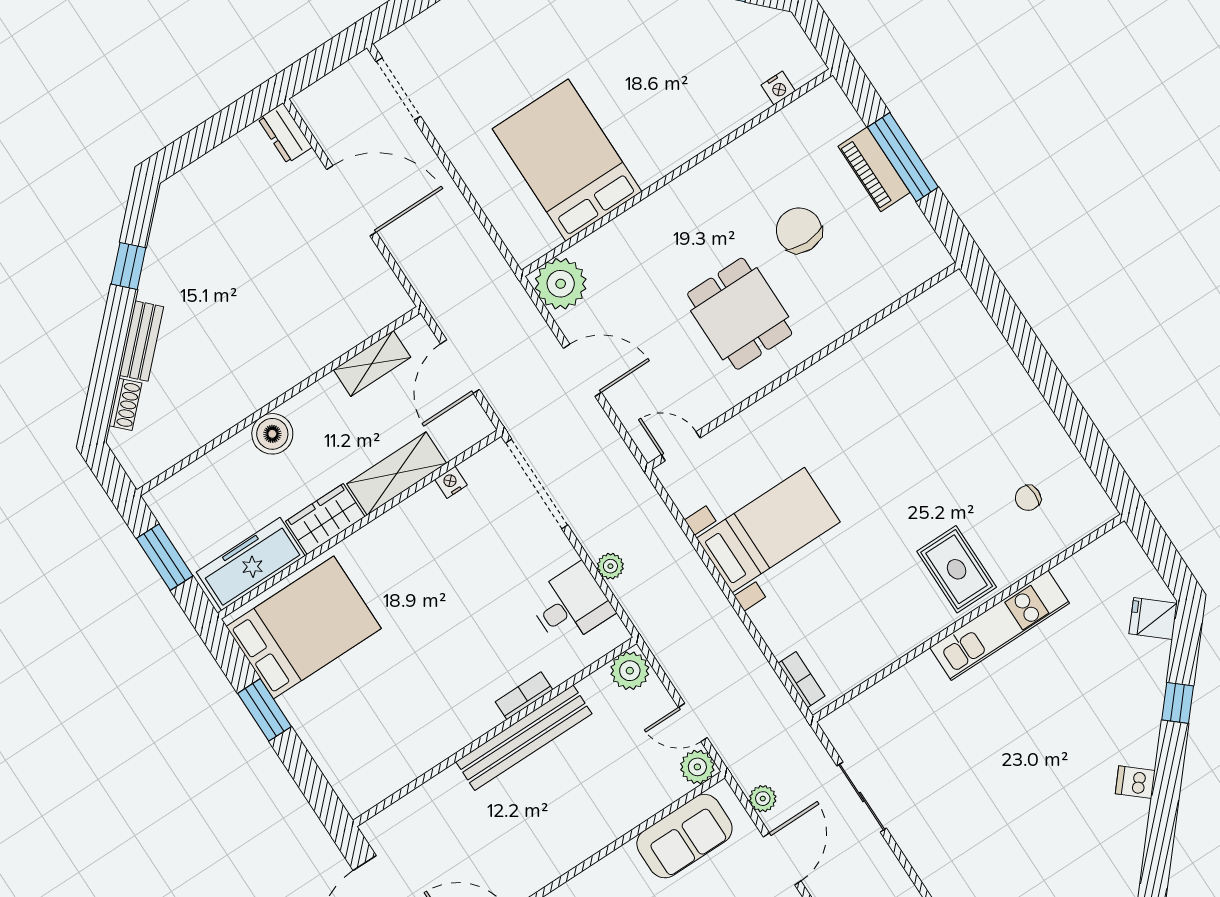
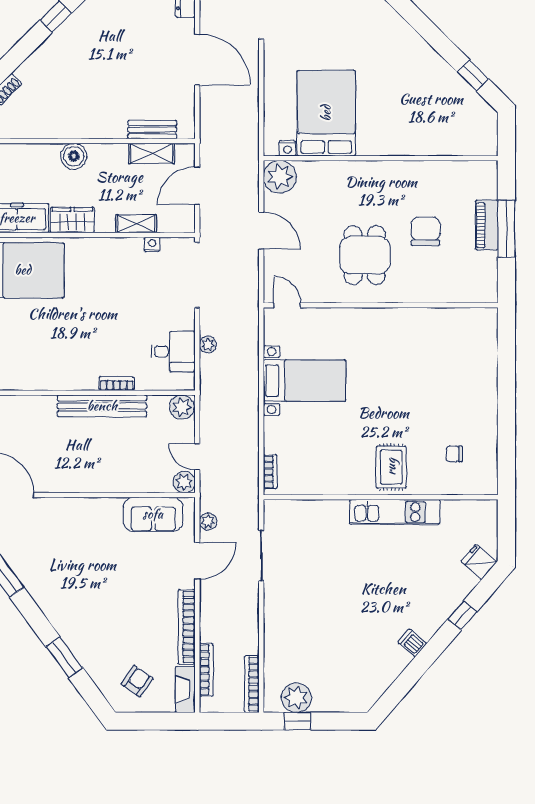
nightstand: (778, 88) -> (287, 148), moved
bench: (141, 341) -> (152, 130), moved, turned 45
shelving: (397, 474) -> (136, 224), width x0.67, depth x0.75

